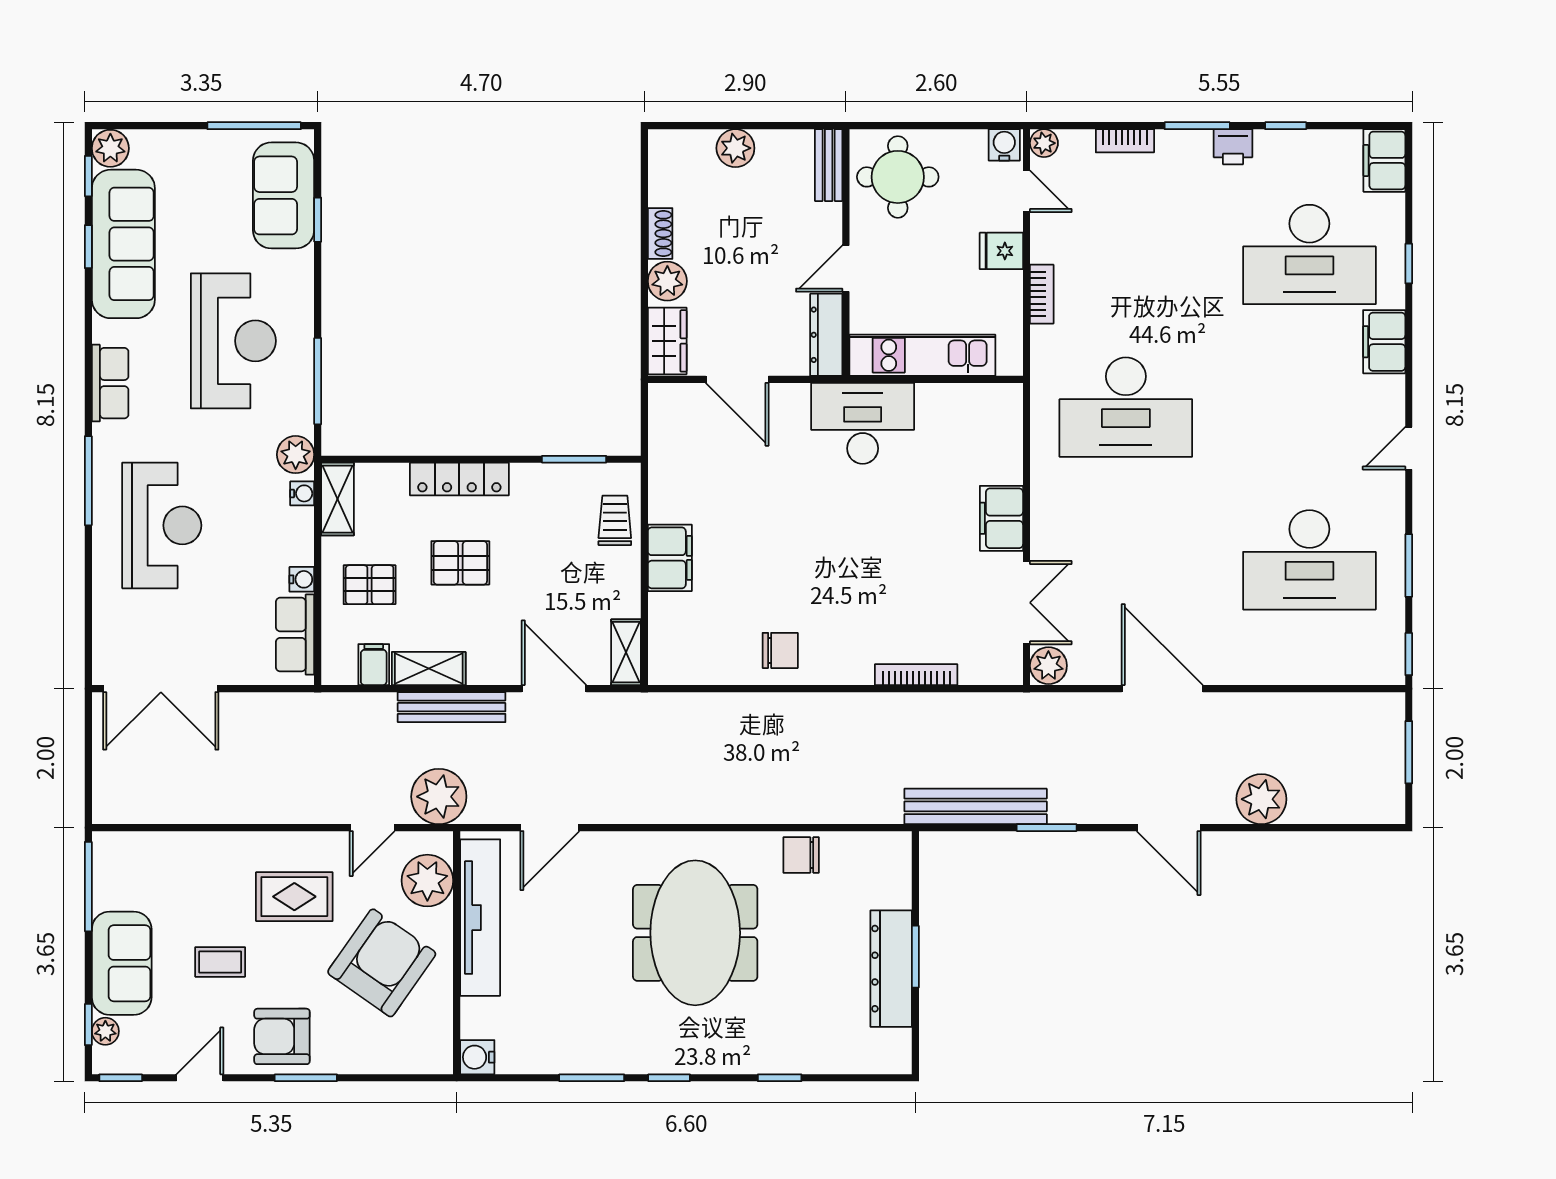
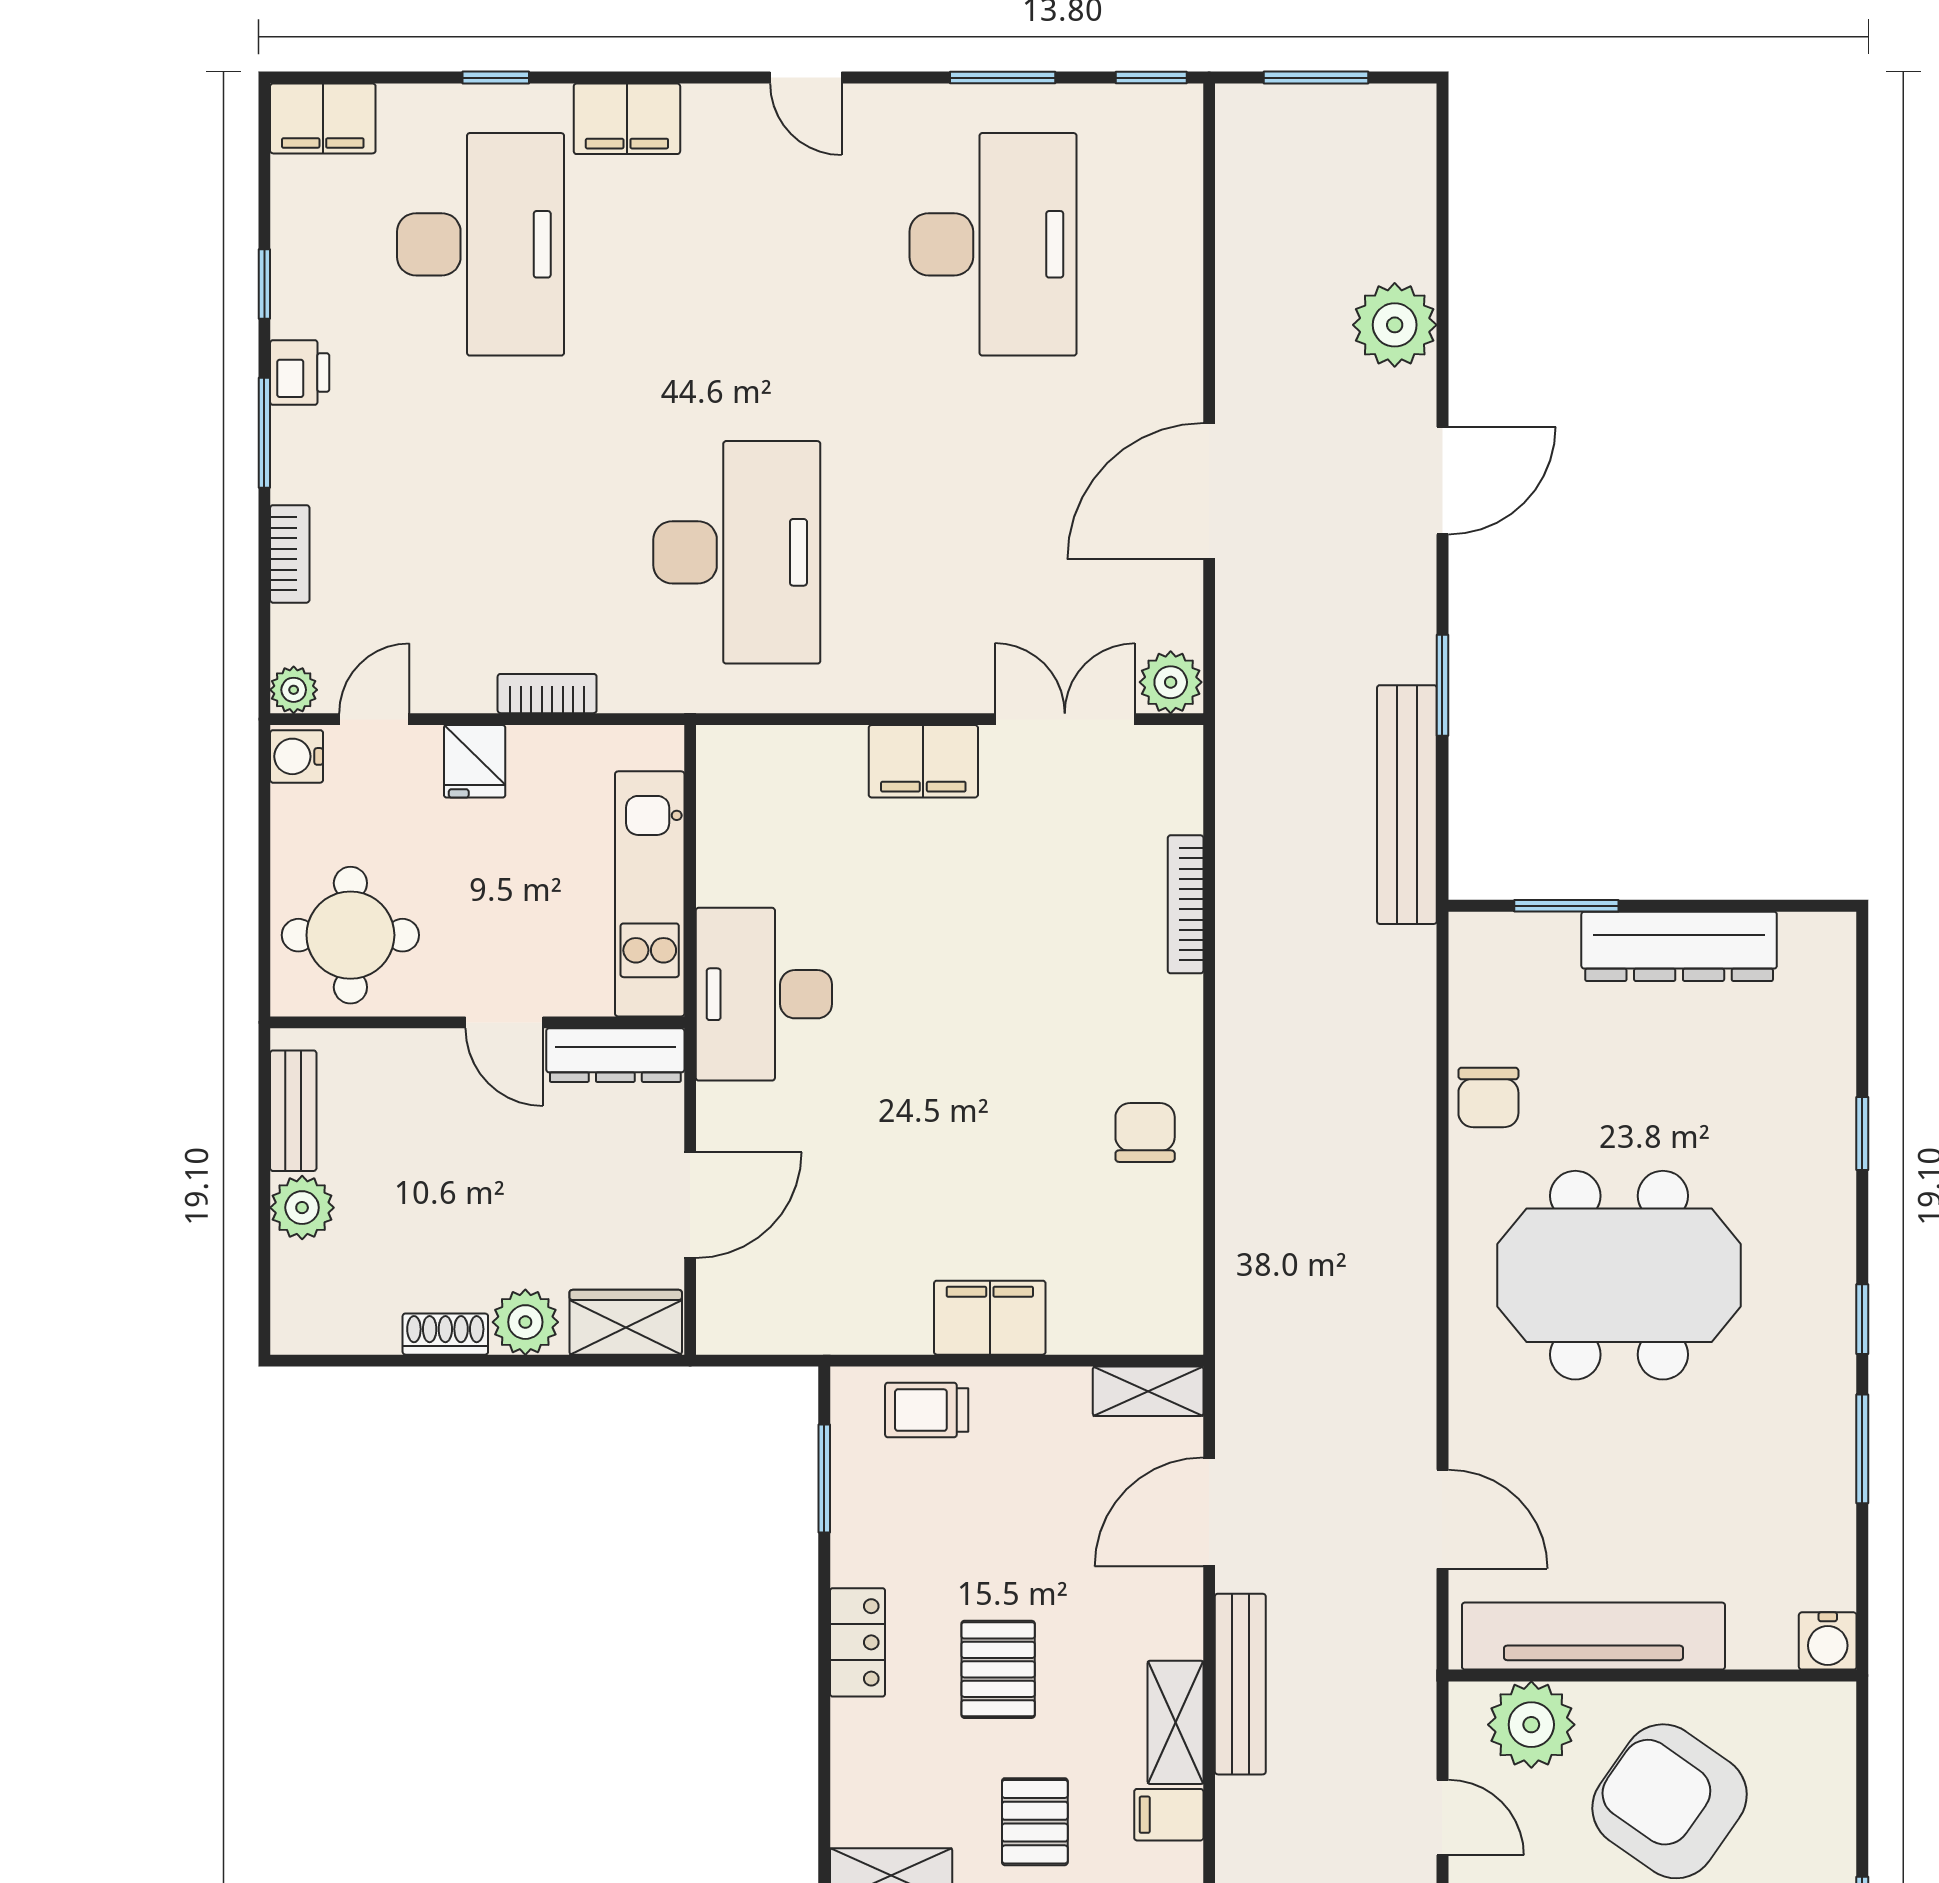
bench: (829, 165) -> (293, 1111), moved, turned 90
locker: (459, 479) -> (858, 1642), width x0.66
plant: (439, 797) -> (1390, 1706), removed
window: (915, 957) -> (1566, 906), moved

